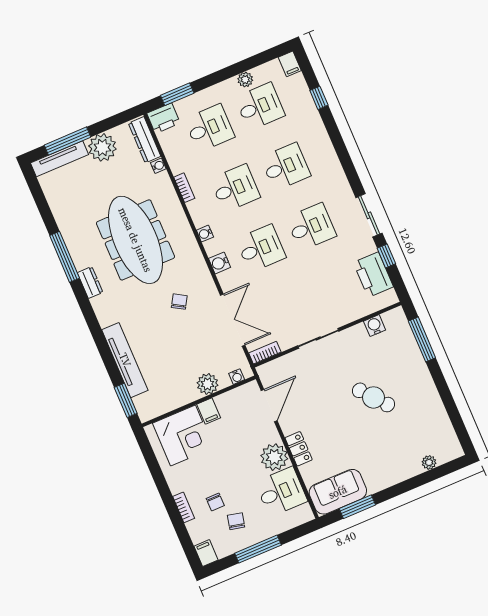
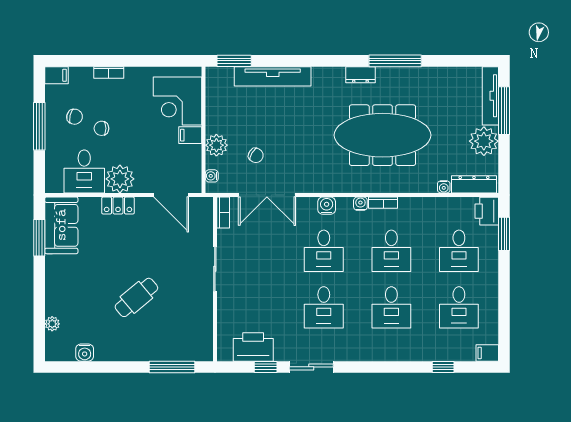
plant: (245, 80) -> (490, 304), removed
bookcase: (184, 188) -> (383, 203), moved
chair: (179, 302) -> (256, 155), moved
water cooler: (375, 326) -> (85, 353), moved, turned 90
chair: (215, 502) -> (101, 128), moved

